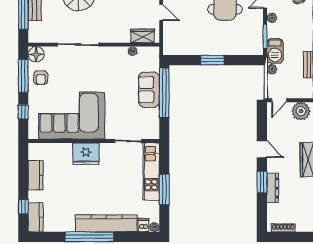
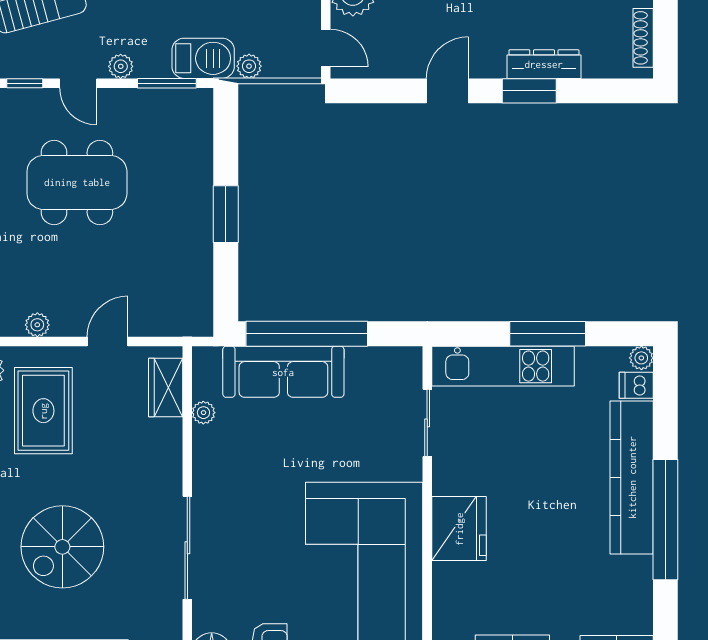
sofa: (149, 90) -> (283, 372), width x1.36

